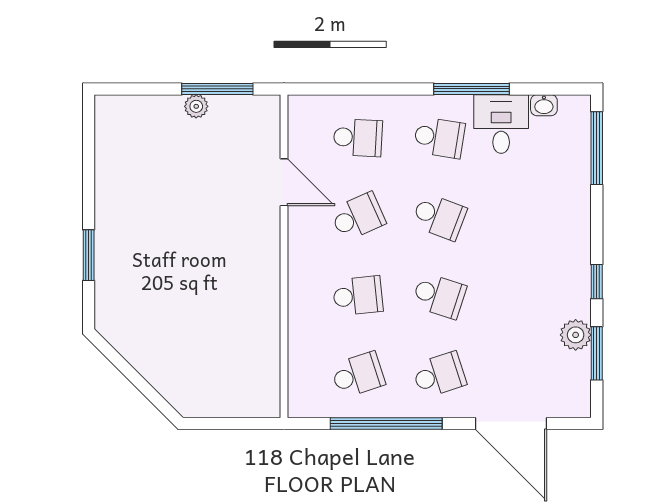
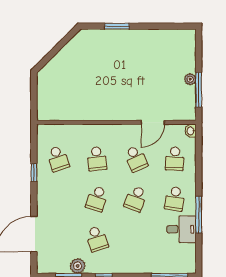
washbasin: (544, 105) -> (191, 131), moved
school desk: (439, 375) -> (97, 239), moved
window: (386, 424) -> (34, 173), width x0.32

